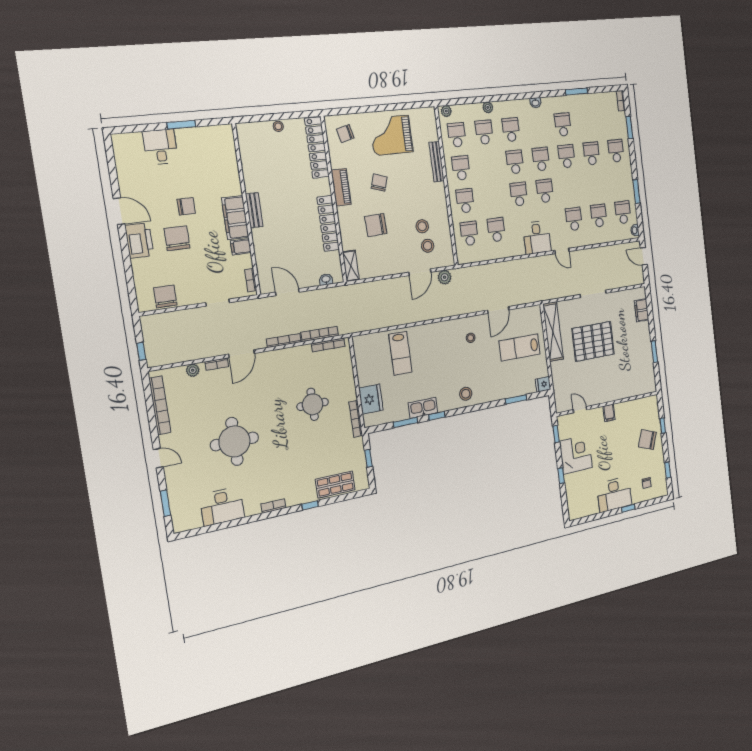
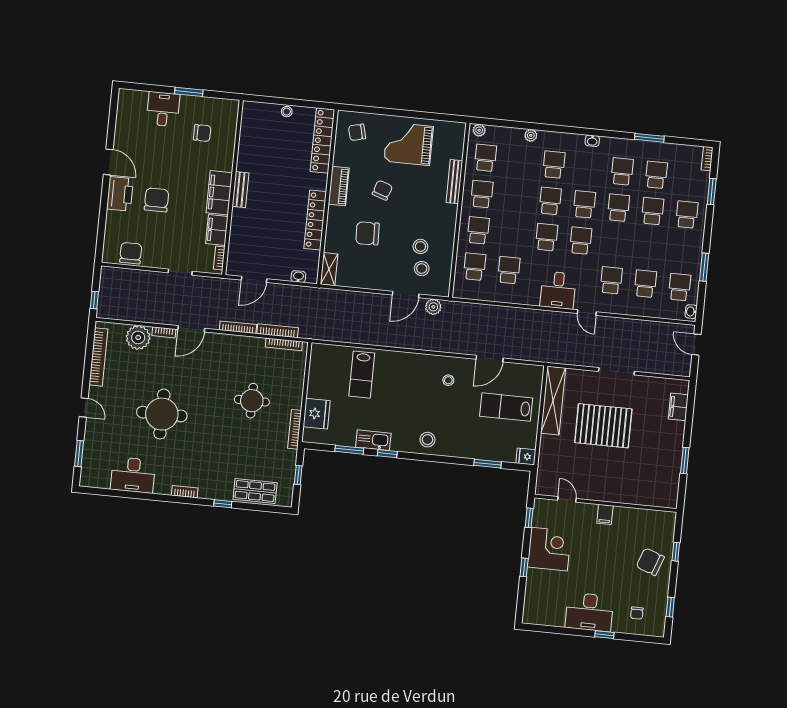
school desk: (484, 132) -> (656, 175), moved
chair: (186, 206) -> (202, 133), moved
filing cabinet: (241, 247) -> (217, 230), width x2.00
door: (287, 292) -> (254, 279), swing flipped
plant: (193, 370) -> (138, 337), width x1.88, depth x1.88

